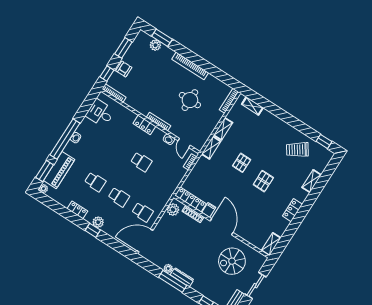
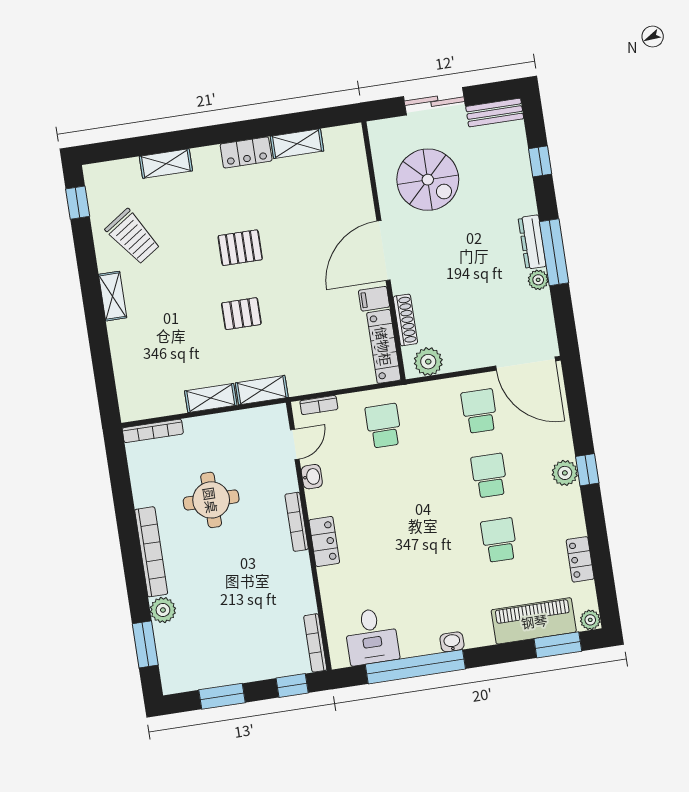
plant: (155, 45) -> (163, 610), moved
armchair: (124, 69) -> (258, 663), removed
shelving: (252, 106) -> (113, 296), moved
window: (65, 139) -> (415, 667), moved
school desk: (141, 162) -> (383, 426), moved
locker: (77, 210) -> (580, 559), moved
shelving: (271, 244) -> (297, 144), moved

